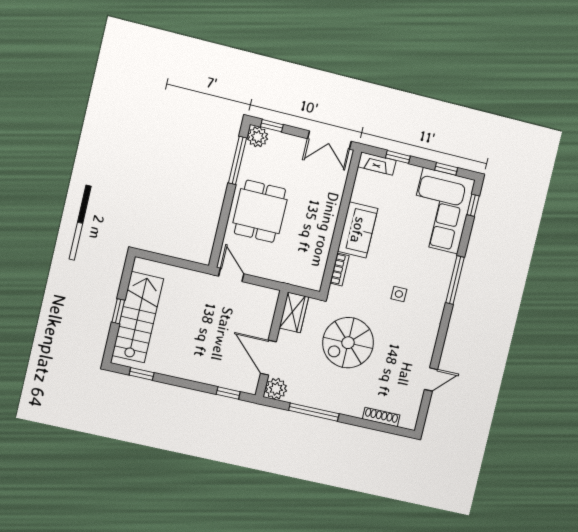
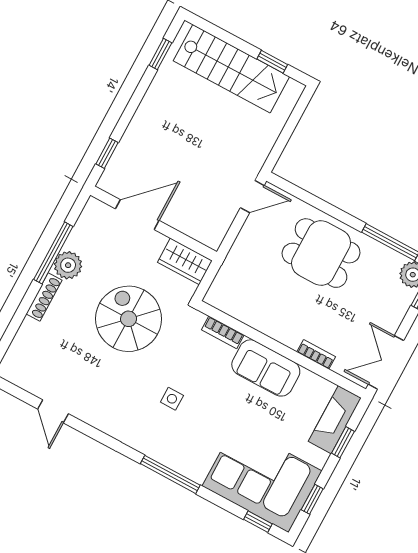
fireplace: (377, 164) -> (335, 420), width x1.37, depth x1.32
bookcase: (337, 195) -> (316, 354), added
window: (118, 311) -> (272, 62), moved
plant: (276, 389) -> (68, 265), moved
shoe rack: (381, 417) -> (44, 297), moved

